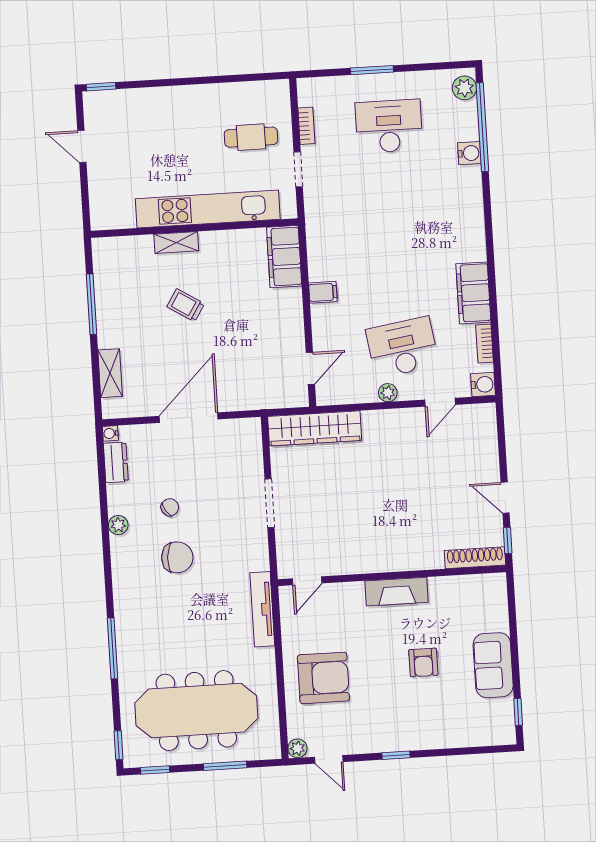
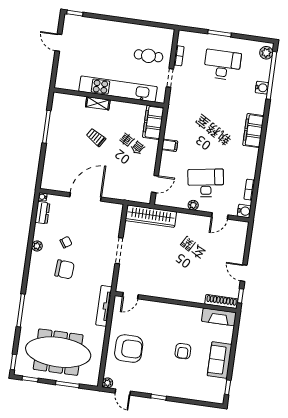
filing cabinet: (473, 293) -> (253, 131), moved
shelving: (110, 373) -> (49, 165), removed
fireplace: (397, 592) -> (219, 317), moved

